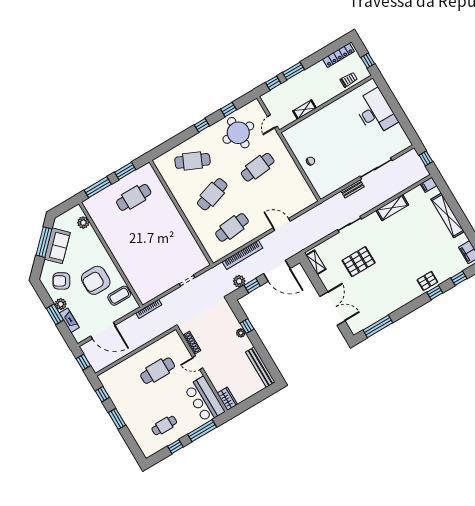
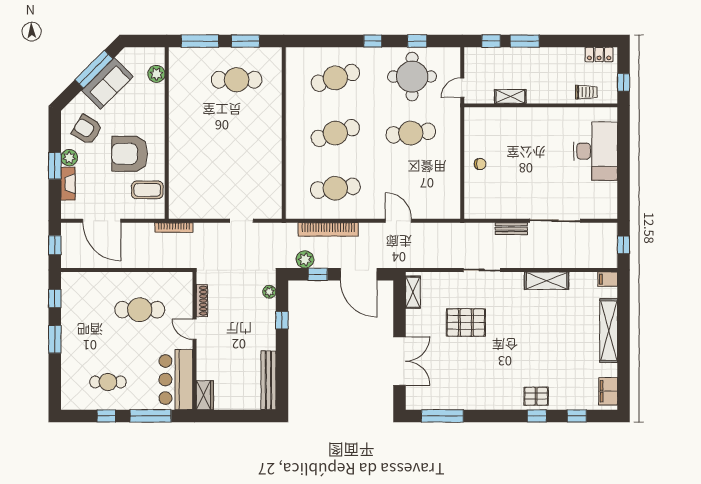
locker: (338, 55) -> (599, 55), width x0.66
cafe table: (192, 161) -> (335, 78), turned -42
plant: (241, 333) -> (269, 292), moved

